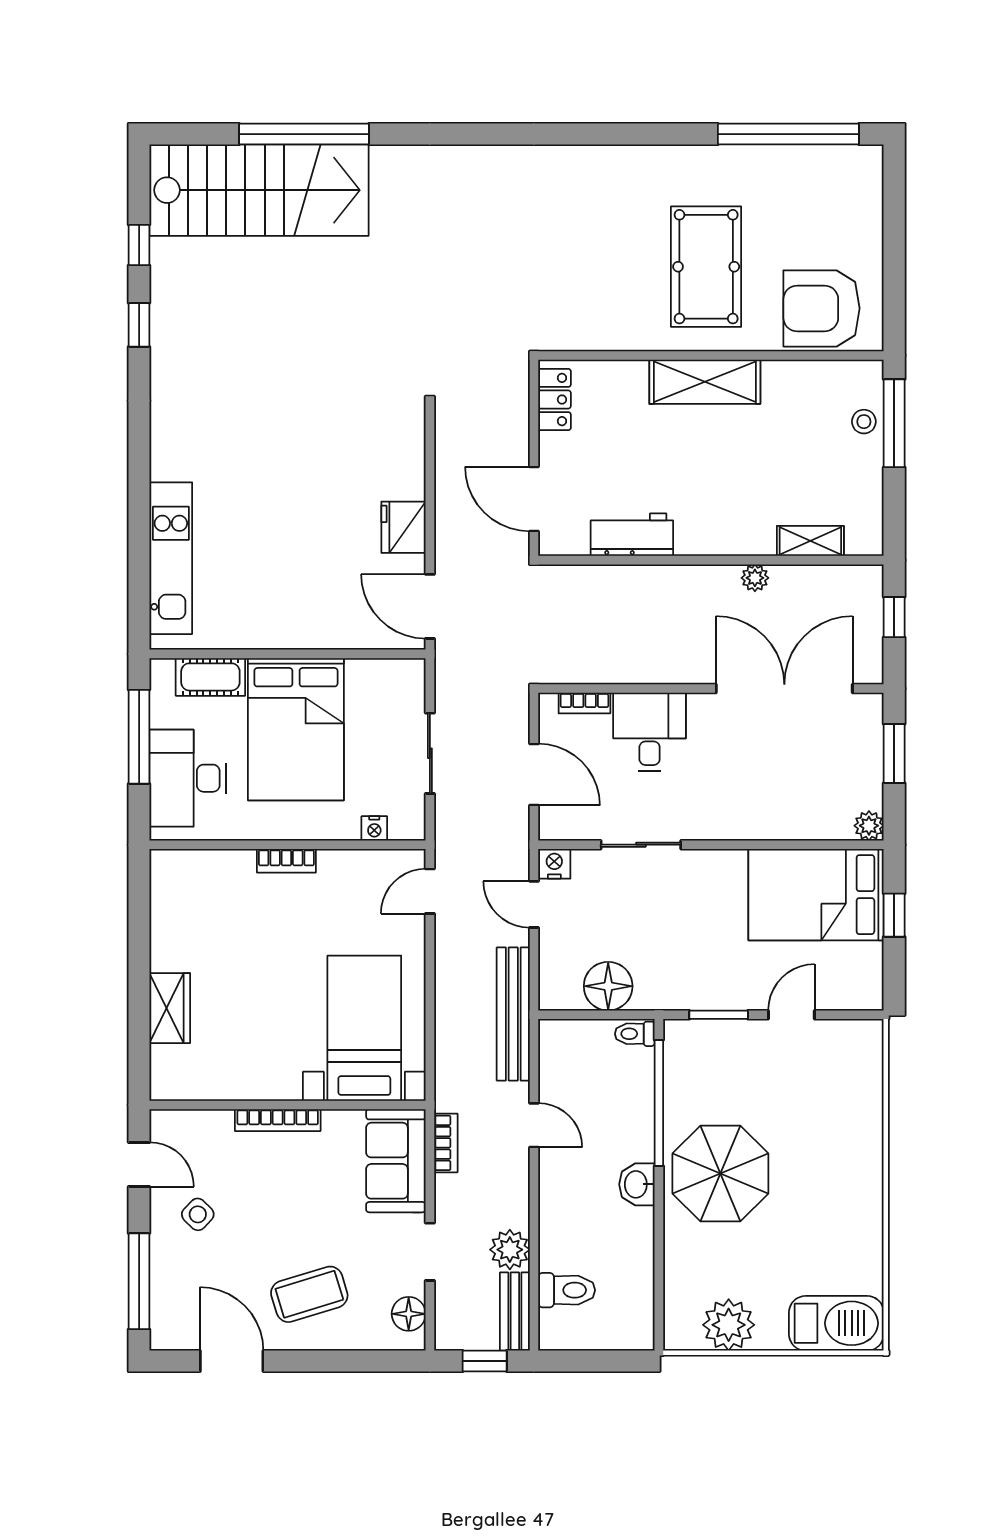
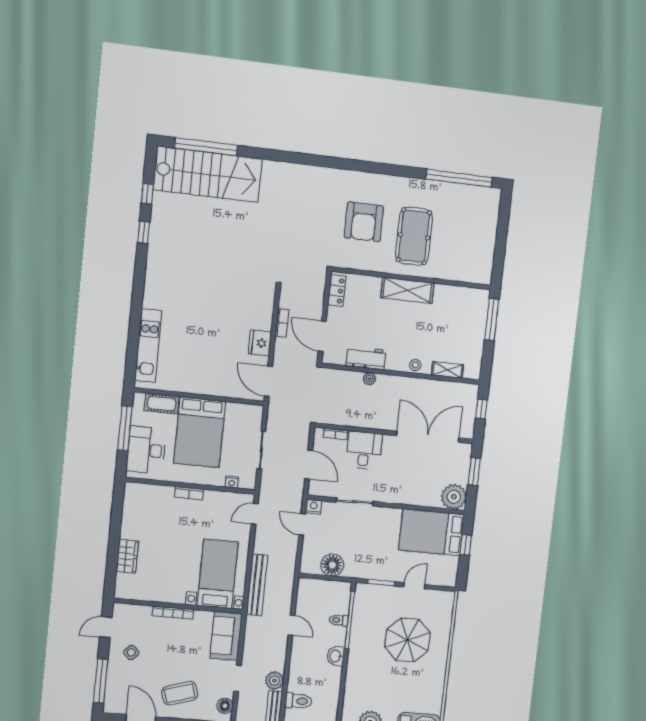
window: (304, 134) -> (206, 147), moved
armchair: (821, 308) -> (364, 222), moved, turned -90
stool: (864, 422) -> (415, 365), moved
plant: (755, 578) -> (369, 379), moved
plant: (869, 826) -> (454, 497), width x1.88, depth x1.88
bench: (513, 1014) -> (257, 585), moved
toilet: (635, 1034) -> (339, 620), moved
bookcase: (446, 1143) -> (282, 323), moved
door: (139, 1164) -> (106, 627), swing flipped
parasol: (720, 1174) -> (407, 640), moved

